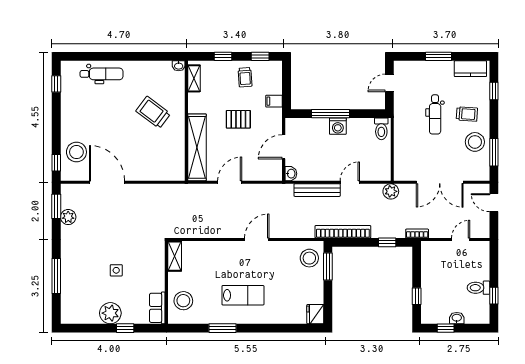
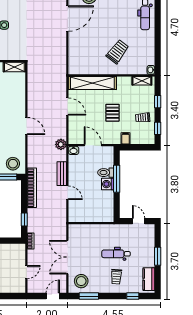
toilet: (381, 129) -> (106, 173), moved
stool: (475, 142) -> (81, 281), moved
bench: (317, 190) -> (62, 174), width x0.73
plant: (391, 191) -> (61, 144), moved
door: (461, 239) -> (26, 272), hinge flipped

